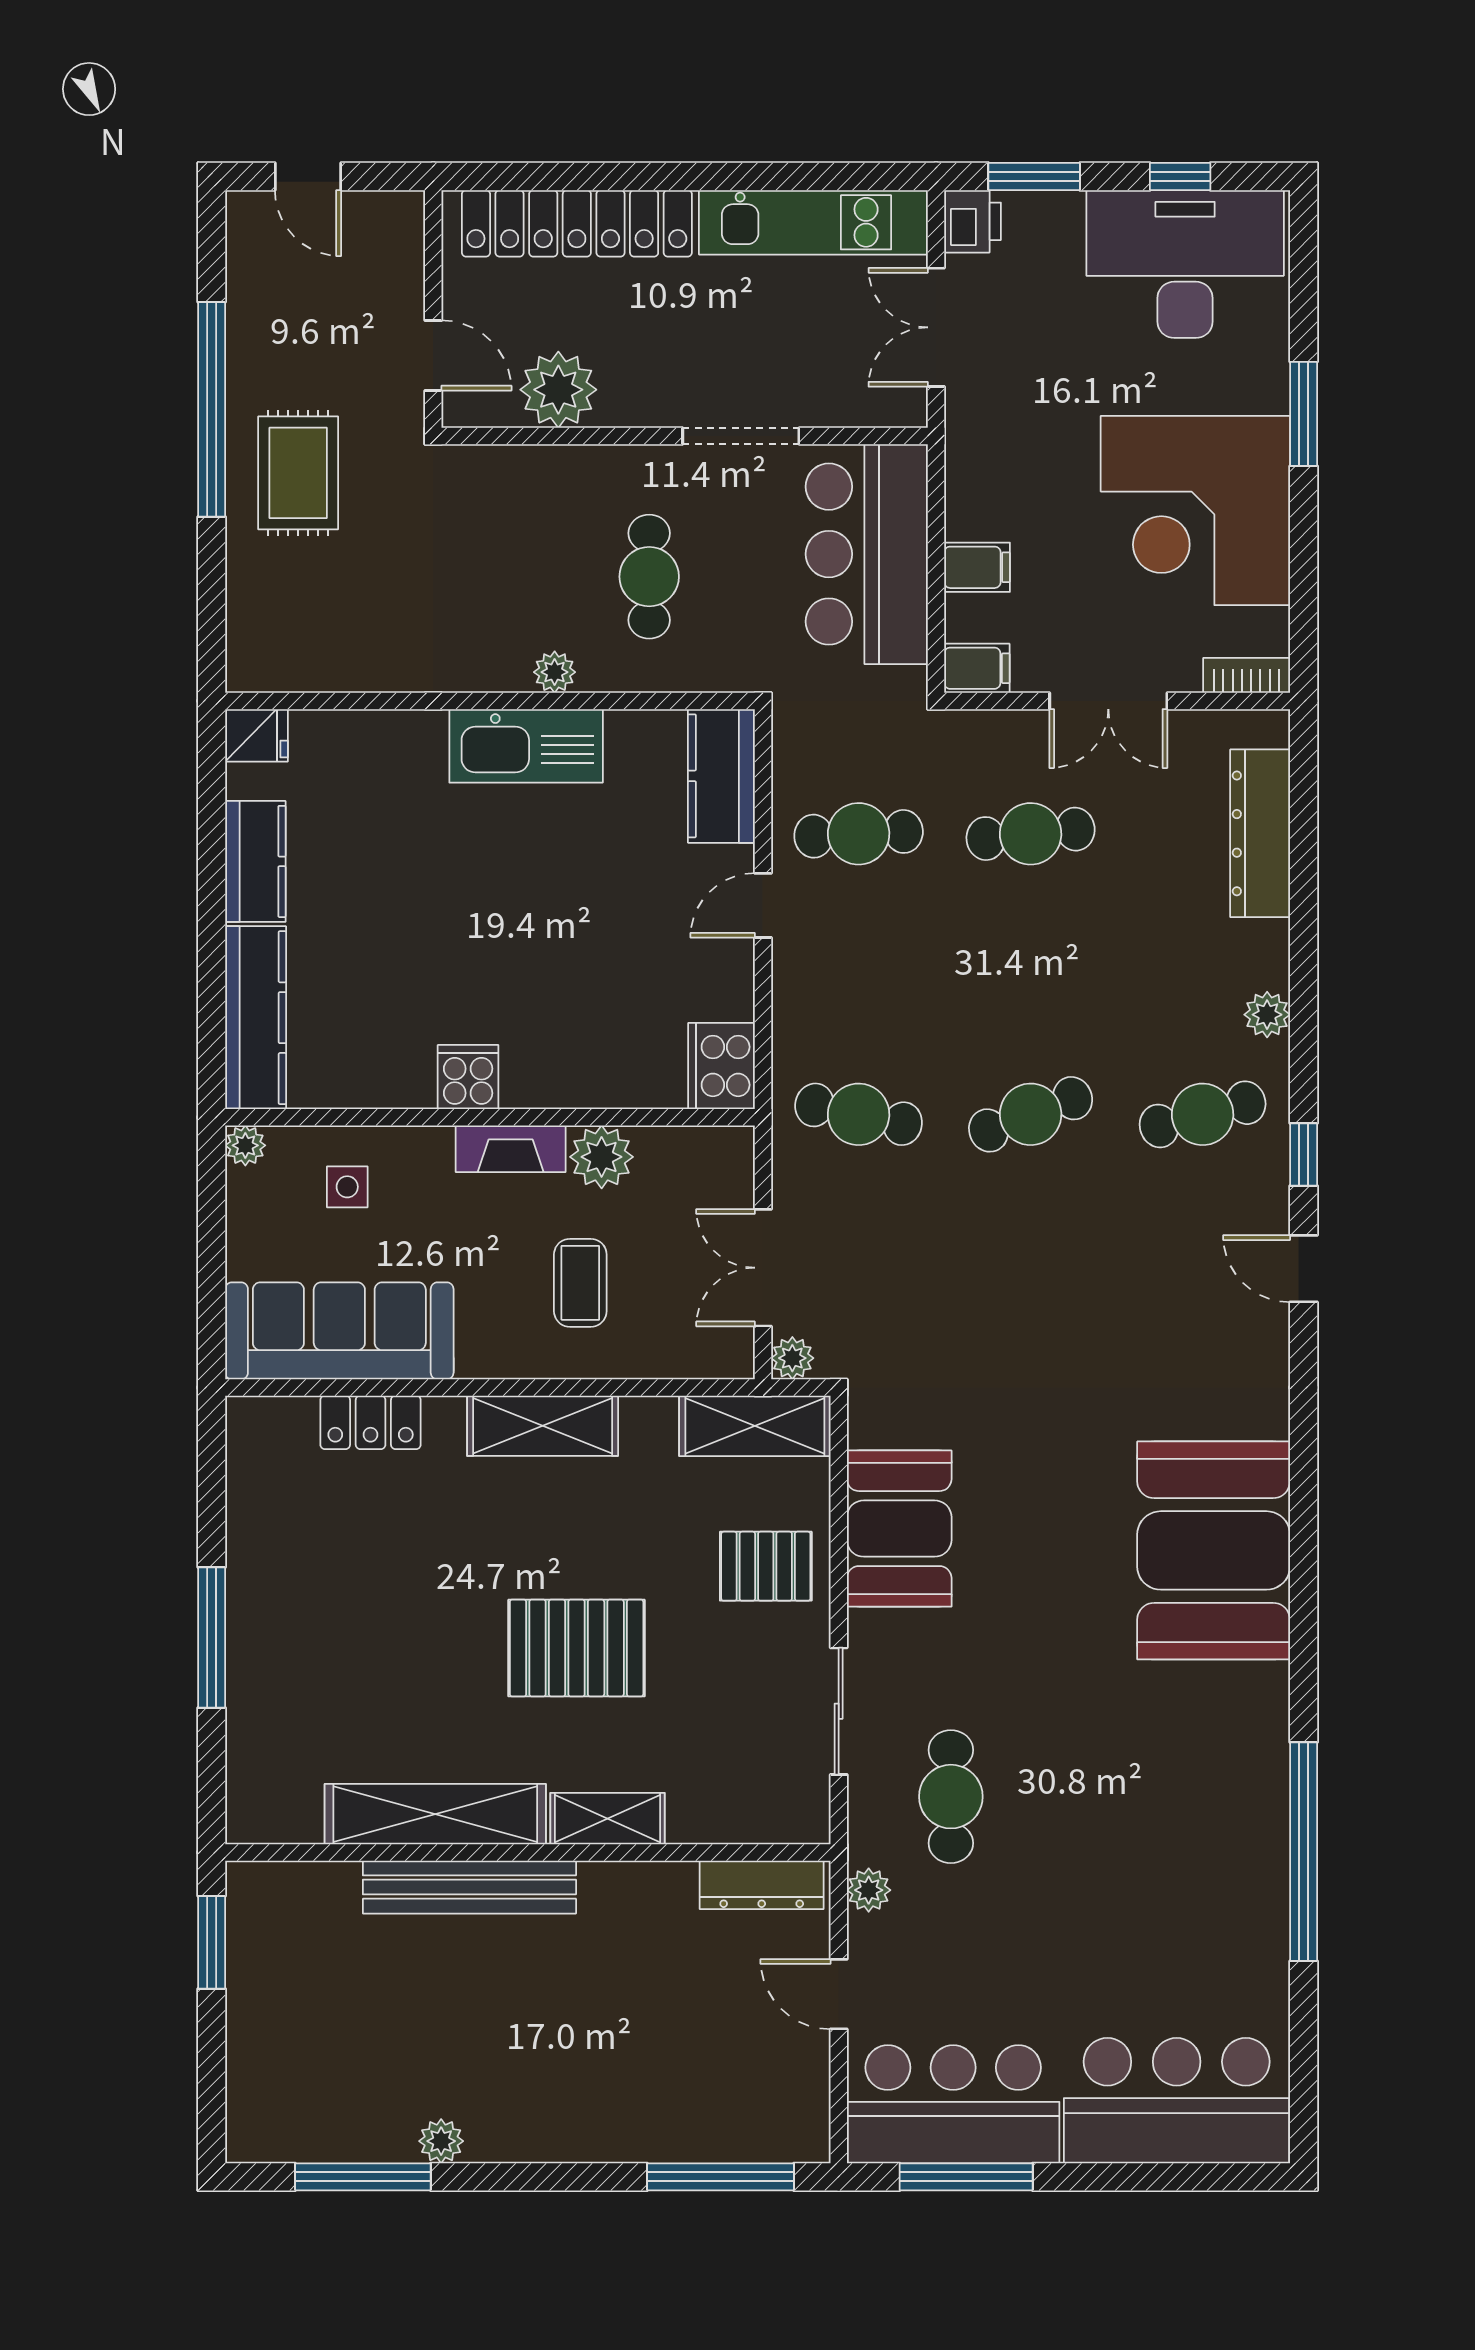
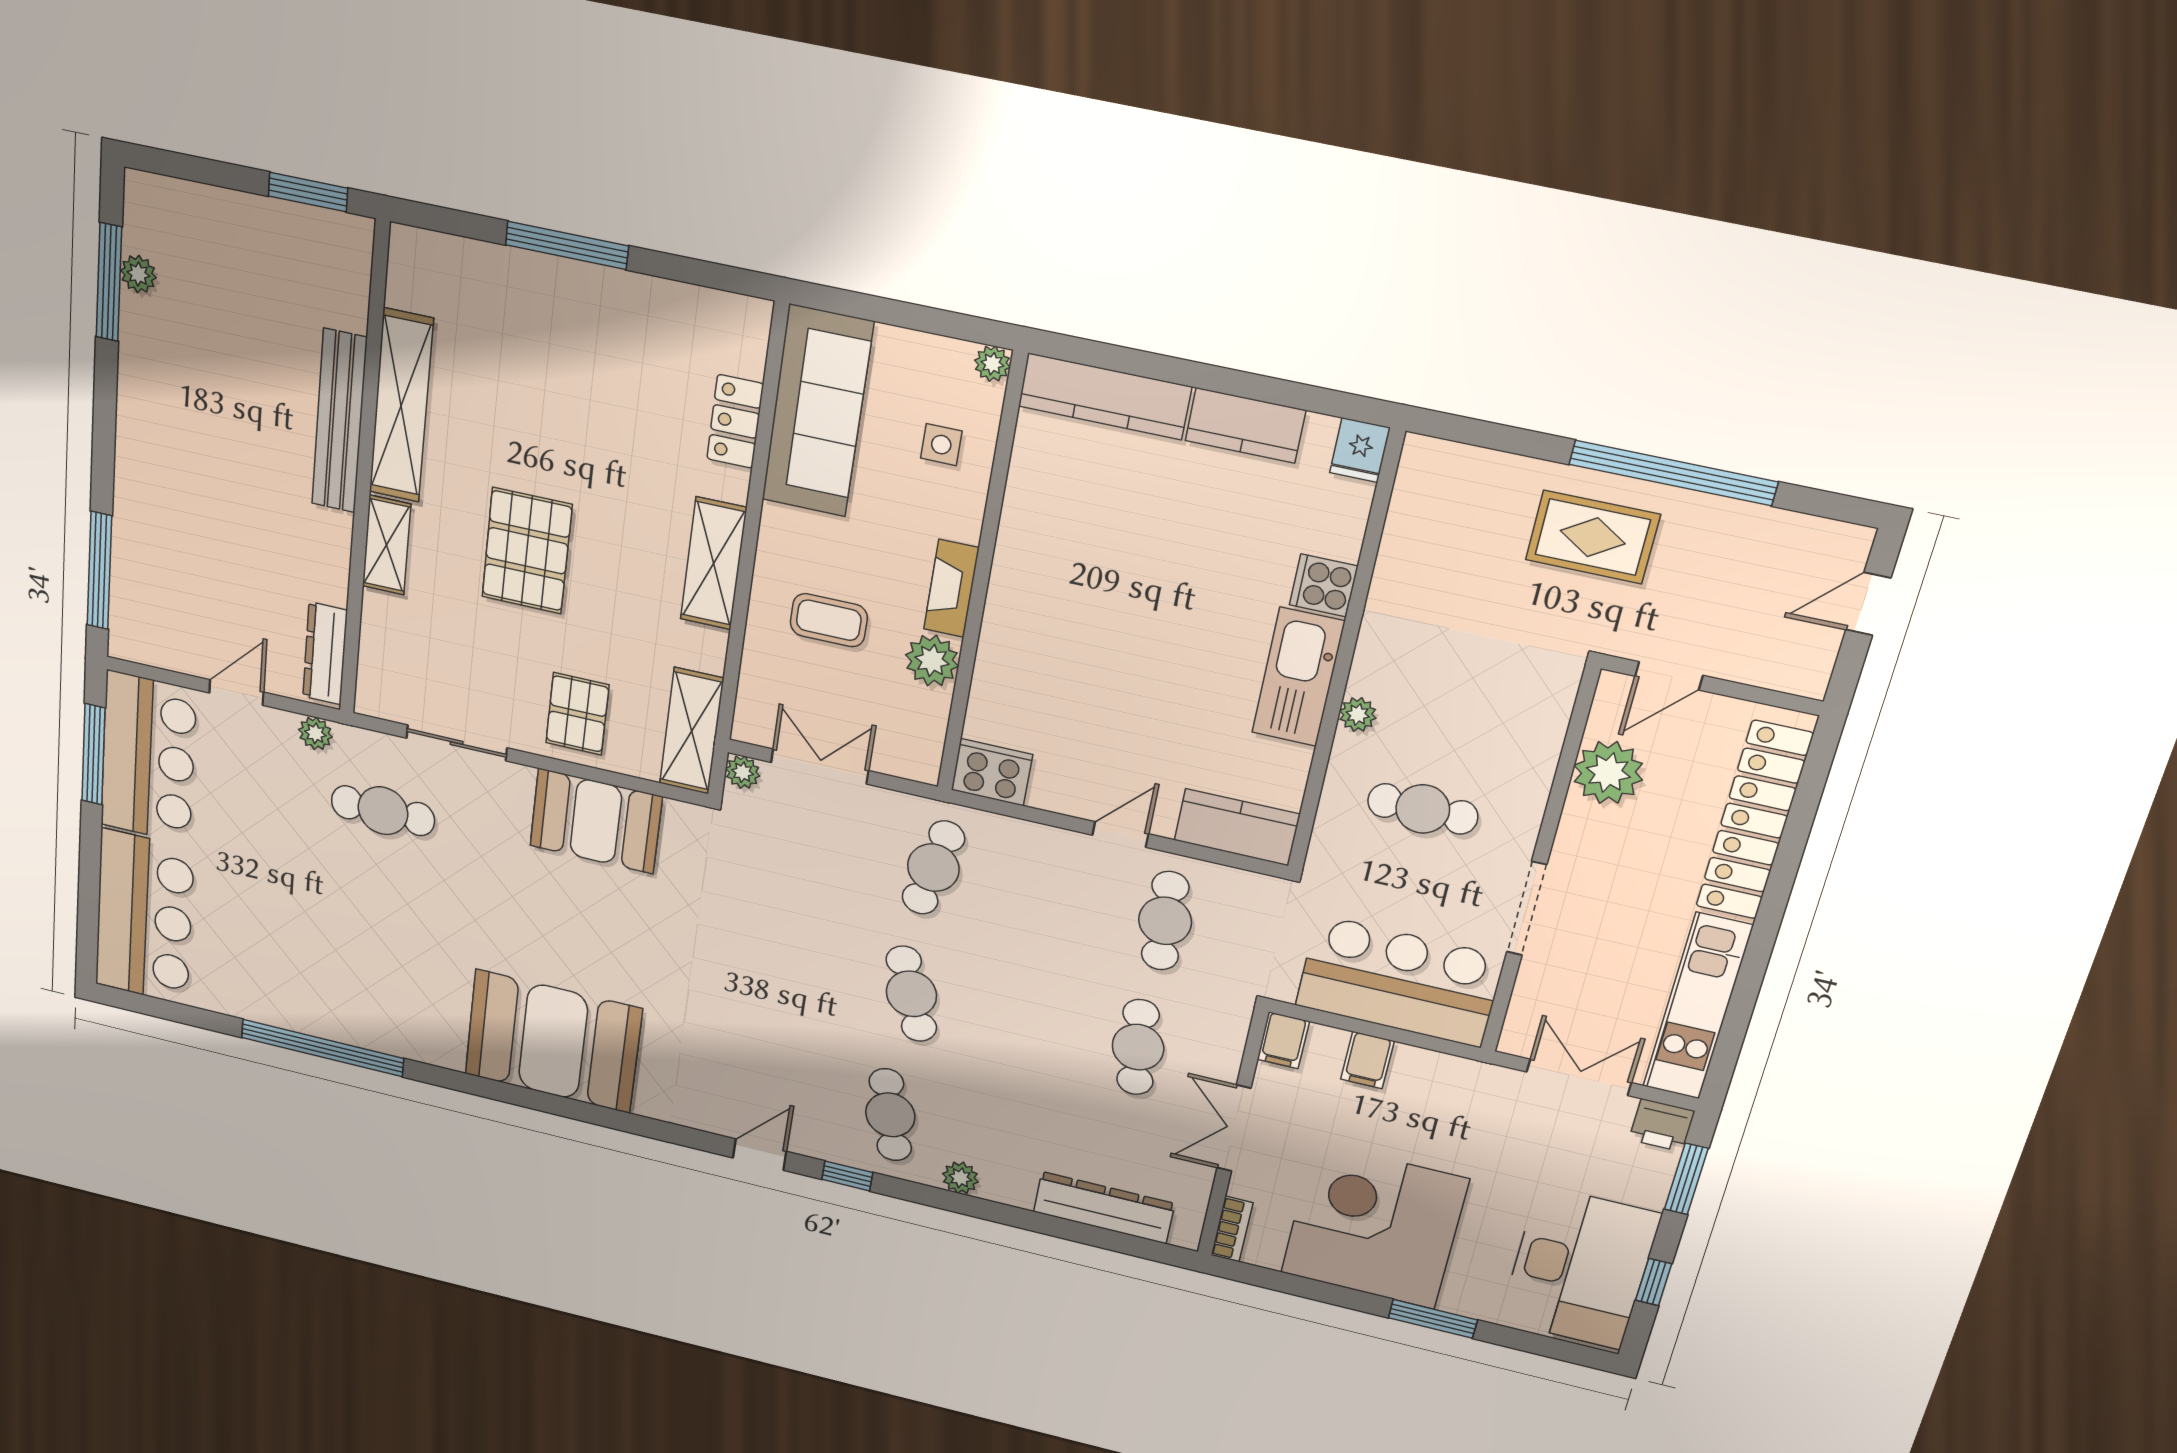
door: (763, 905) -> (1120, 835), hinge flipped
cooker: (468, 1077) -> (1324, 585), moved, turned 180
plant: (441, 2141) -> (138, 274), moved

